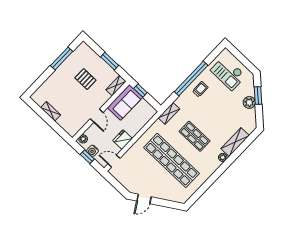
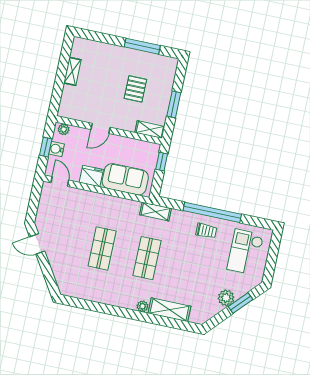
sofa: (125, 102) -> (125, 179), moved, turned 180
shop shelf: (172, 160) -> (102, 248), width x0.50, depth x0.74

